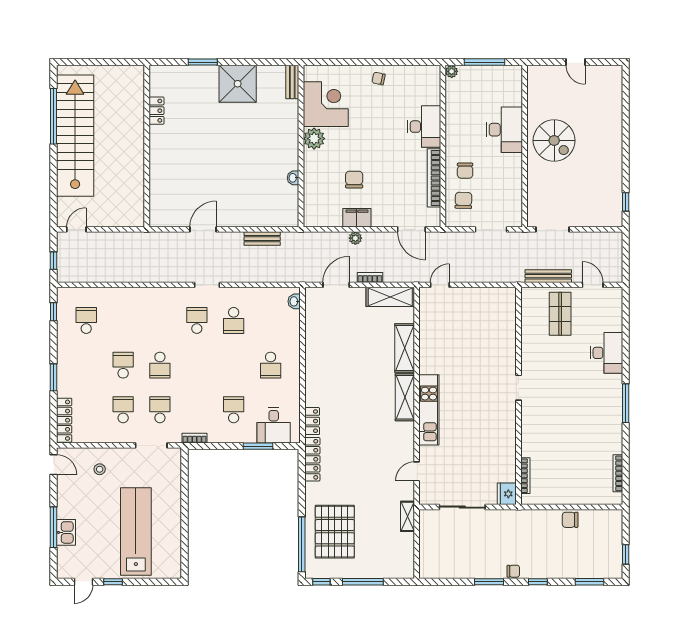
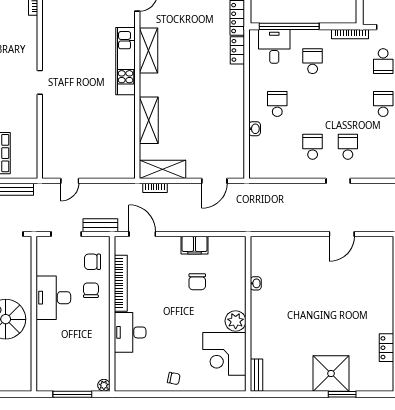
shower: (238, 84) -> (331, 373), moved
desk: (504, 130) -> (53, 298), moved
chair: (463, 200) -> (92, 262), turned 88
plant: (355, 238) -> (196, 226), removed
bench: (262, 239) -> (100, 225), moved
bookcase: (370, 278) -> (155, 188), moved
door: (440, 285) -> (70, 181), moved
washbasin: (294, 301) -> (255, 129), moved
school desk: (197, 320) -> (348, 147), turned 180
shelving: (405, 397) -> (149, 51), moved
school desk: (234, 410) -> (313, 61), turned 180
bookcase: (194, 438) -> (350, 34), width x1.56
window: (258, 446) -> (289, 26), width x2.11

